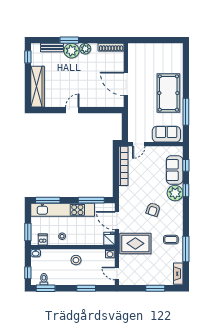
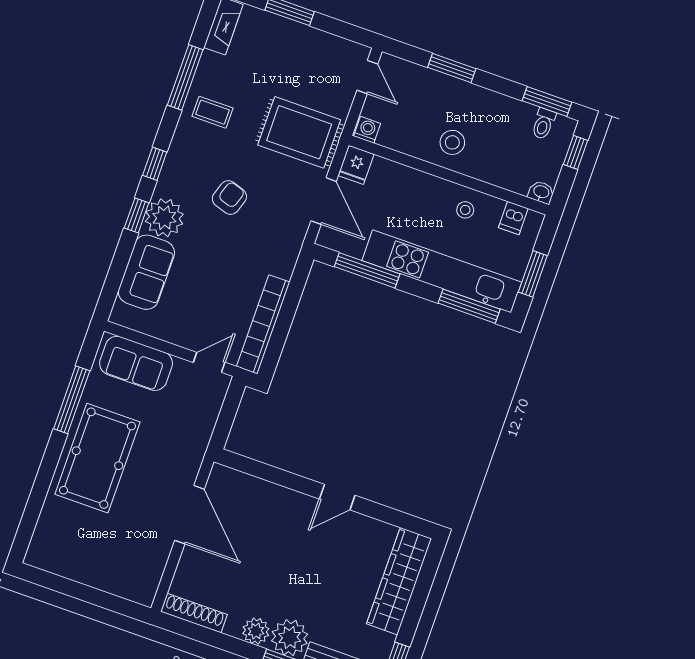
window: (186, 165) -> (155, 164), moved
window: (28, 232) -> (533, 274), moved

